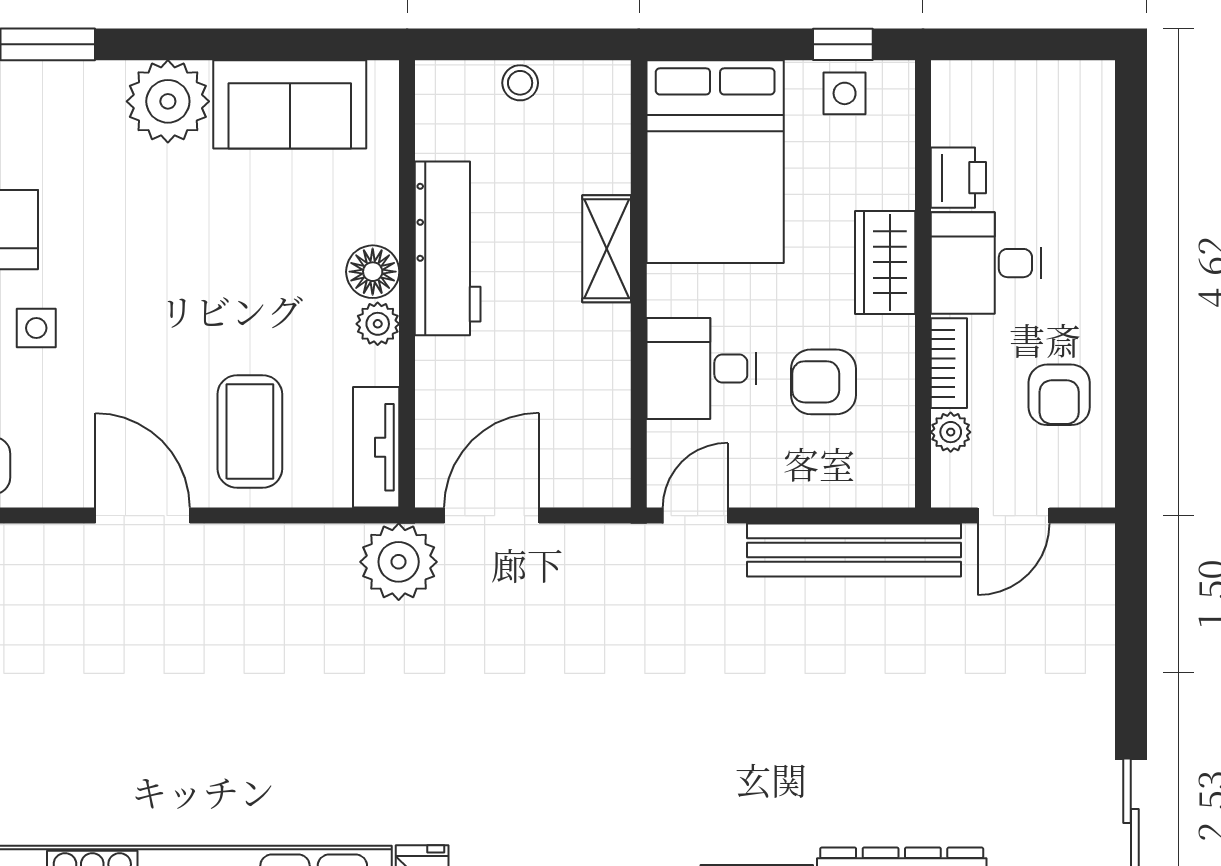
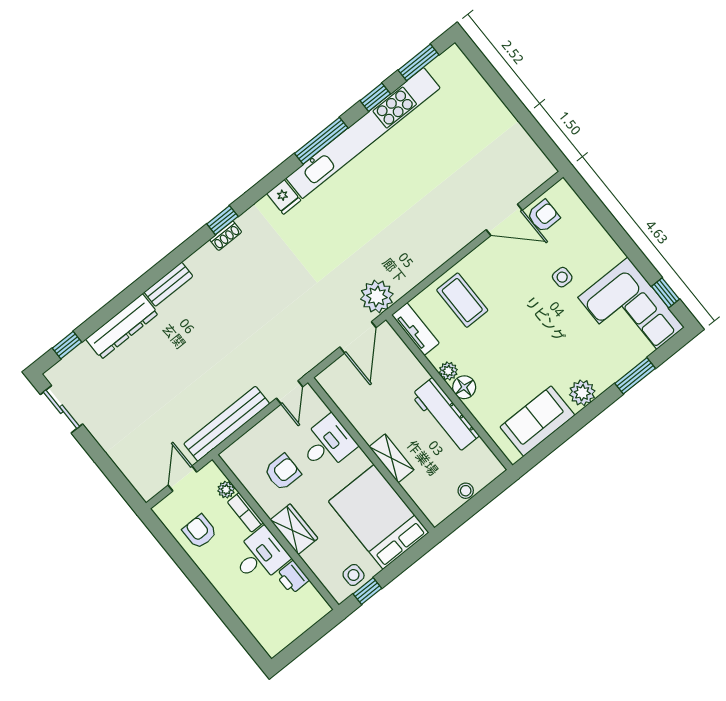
plant: (168, 101) -> (582, 393), width x0.73, depth x0.73
door: (143, 516) -> (504, 220), moved

